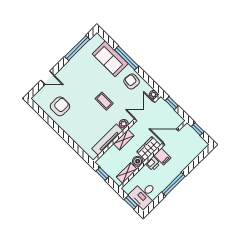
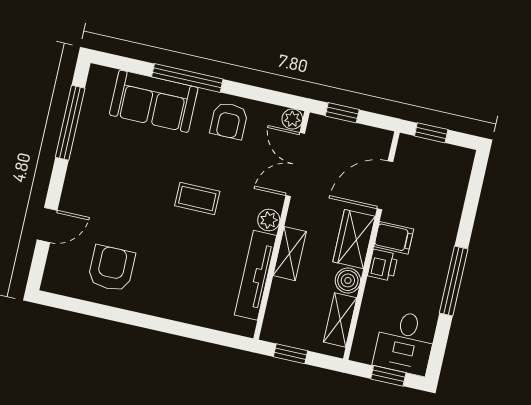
armchair: (132, 81) -> (229, 121), turned -97

